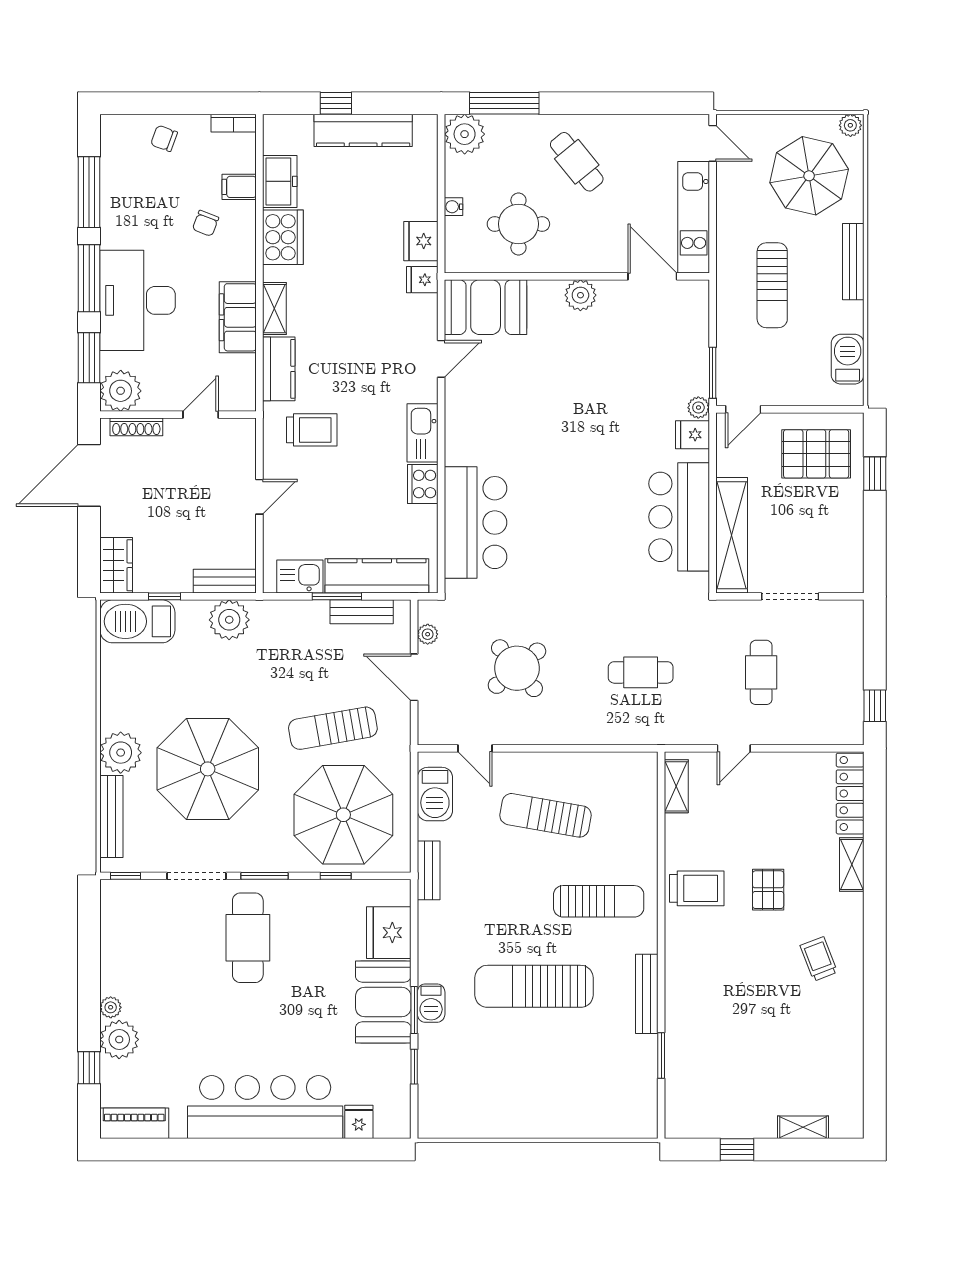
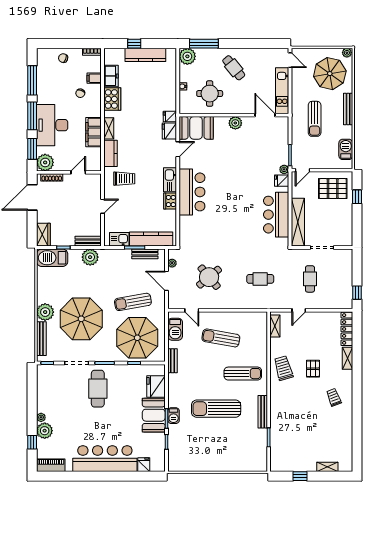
fridge: (421, 241) -> (169, 131), moved
bar counter: (476, 523) -> (192, 192), moved
trolley: (697, 888) -> (283, 368), turned -106

